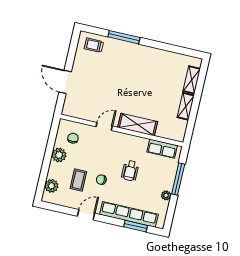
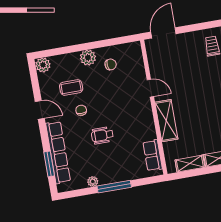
shelving: (138, 125) -> (166, 121), moved
door: (104, 126) -> (150, 88), moved
wall: (122, 130) -> (154, 107), moved
row of seats: (162, 149) -> (153, 155), moved
plant: (51, 186) -> (43, 65), moved

